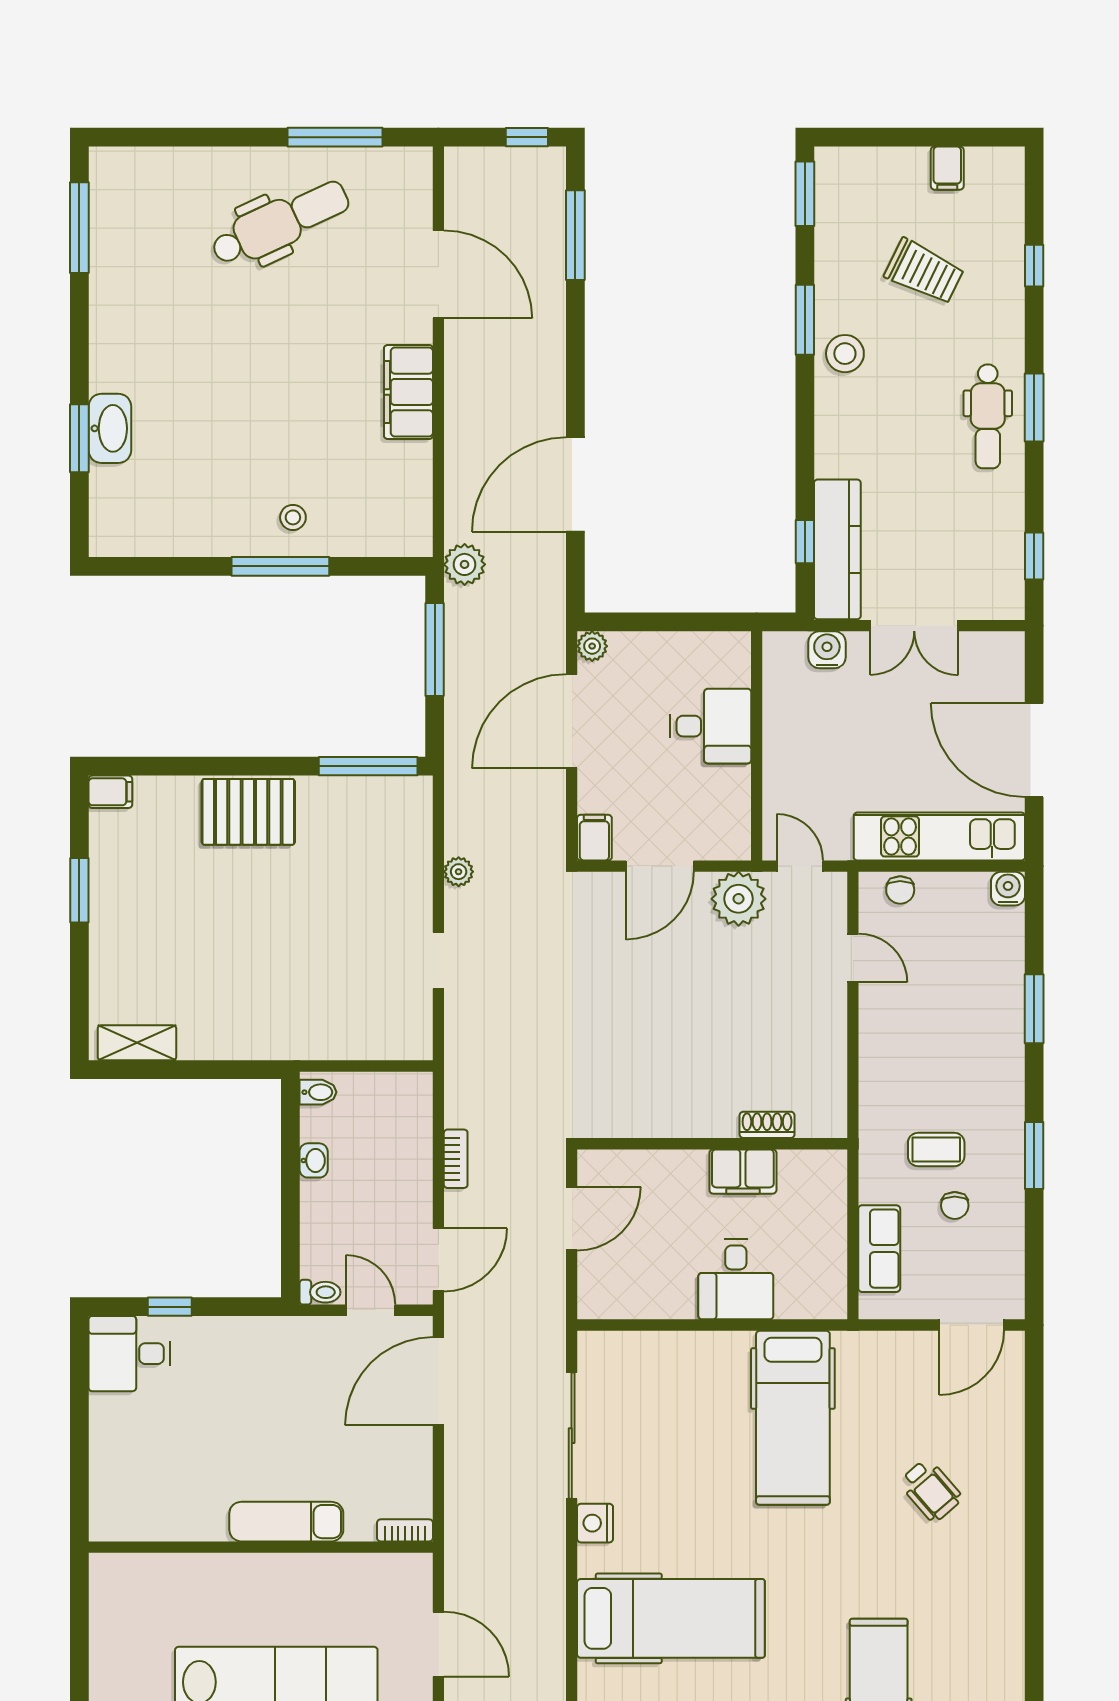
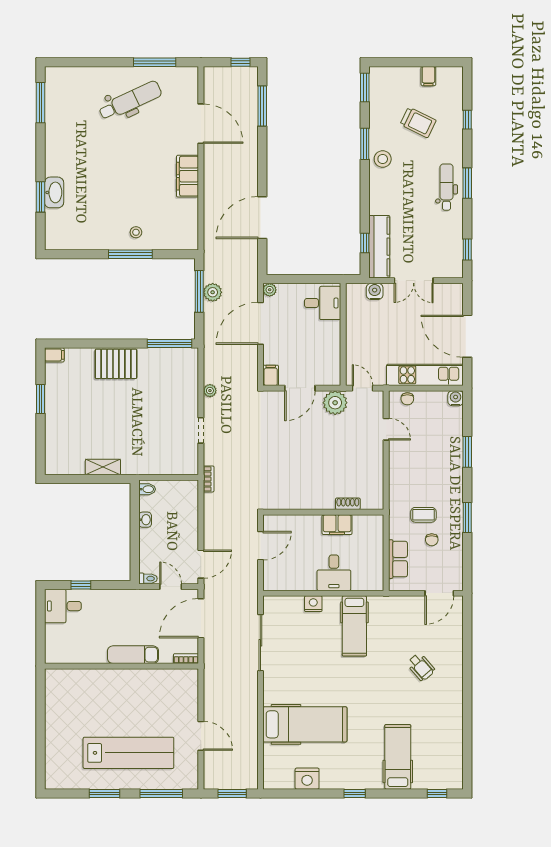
dental chair: (988, 416) -> (447, 187), turned 180
plant: (465, 564) -> (213, 292), moved
desk: (711, 726) -> (323, 303), moved
shelving: (137, 1043) -> (103, 467), moved
bookcase: (456, 1159) -> (209, 479), moved
hospital bed: (793, 1418) -> (354, 626), width x0.73, depth x0.78
exam couch: (286, 1522) -> (133, 655), moved
nightstand: (595, 1523) -> (313, 604), moved, turned 90
bookcase: (405, 1530) -> (186, 659), moved
wall: (261, 1547) -> (122, 666), moved

